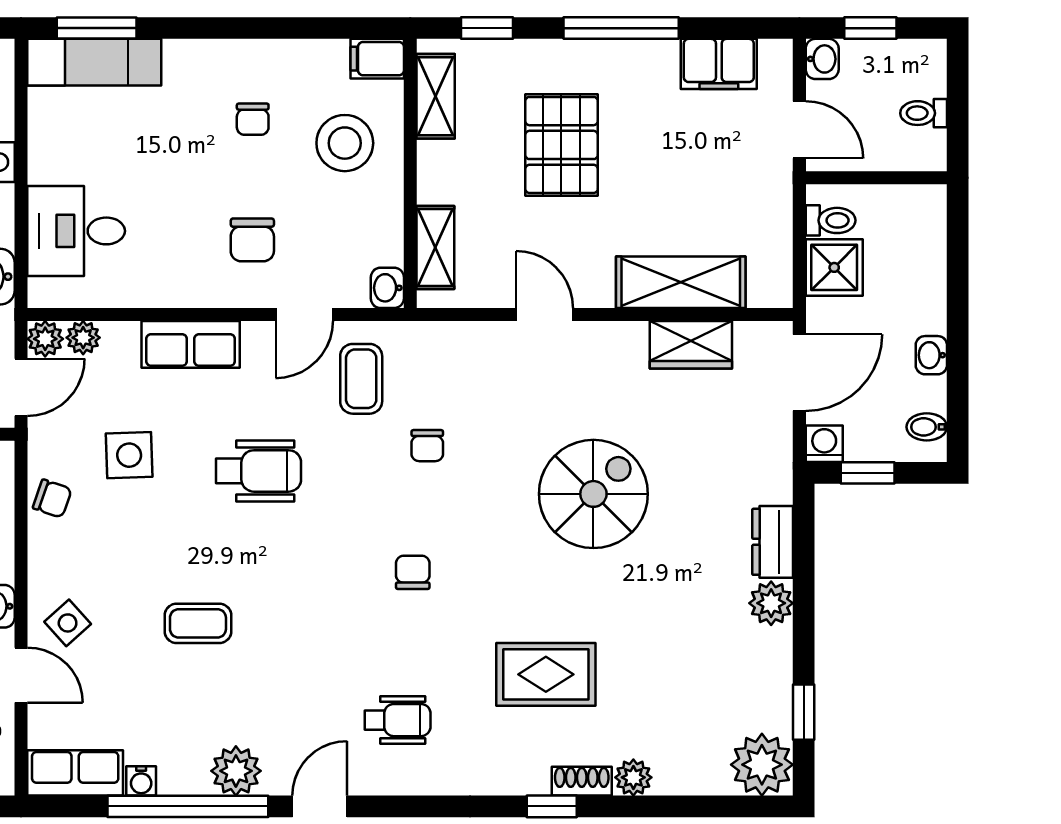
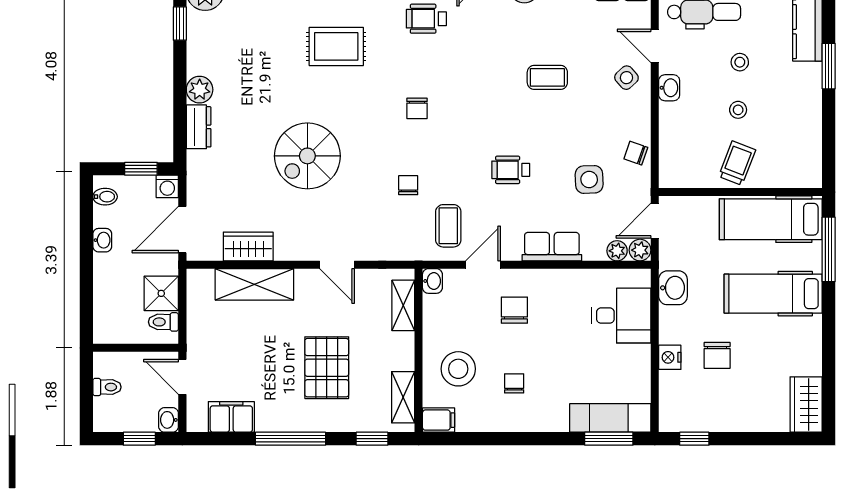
wheelchair: (258, 471) -> (511, 170), width x0.73, depth x0.73

